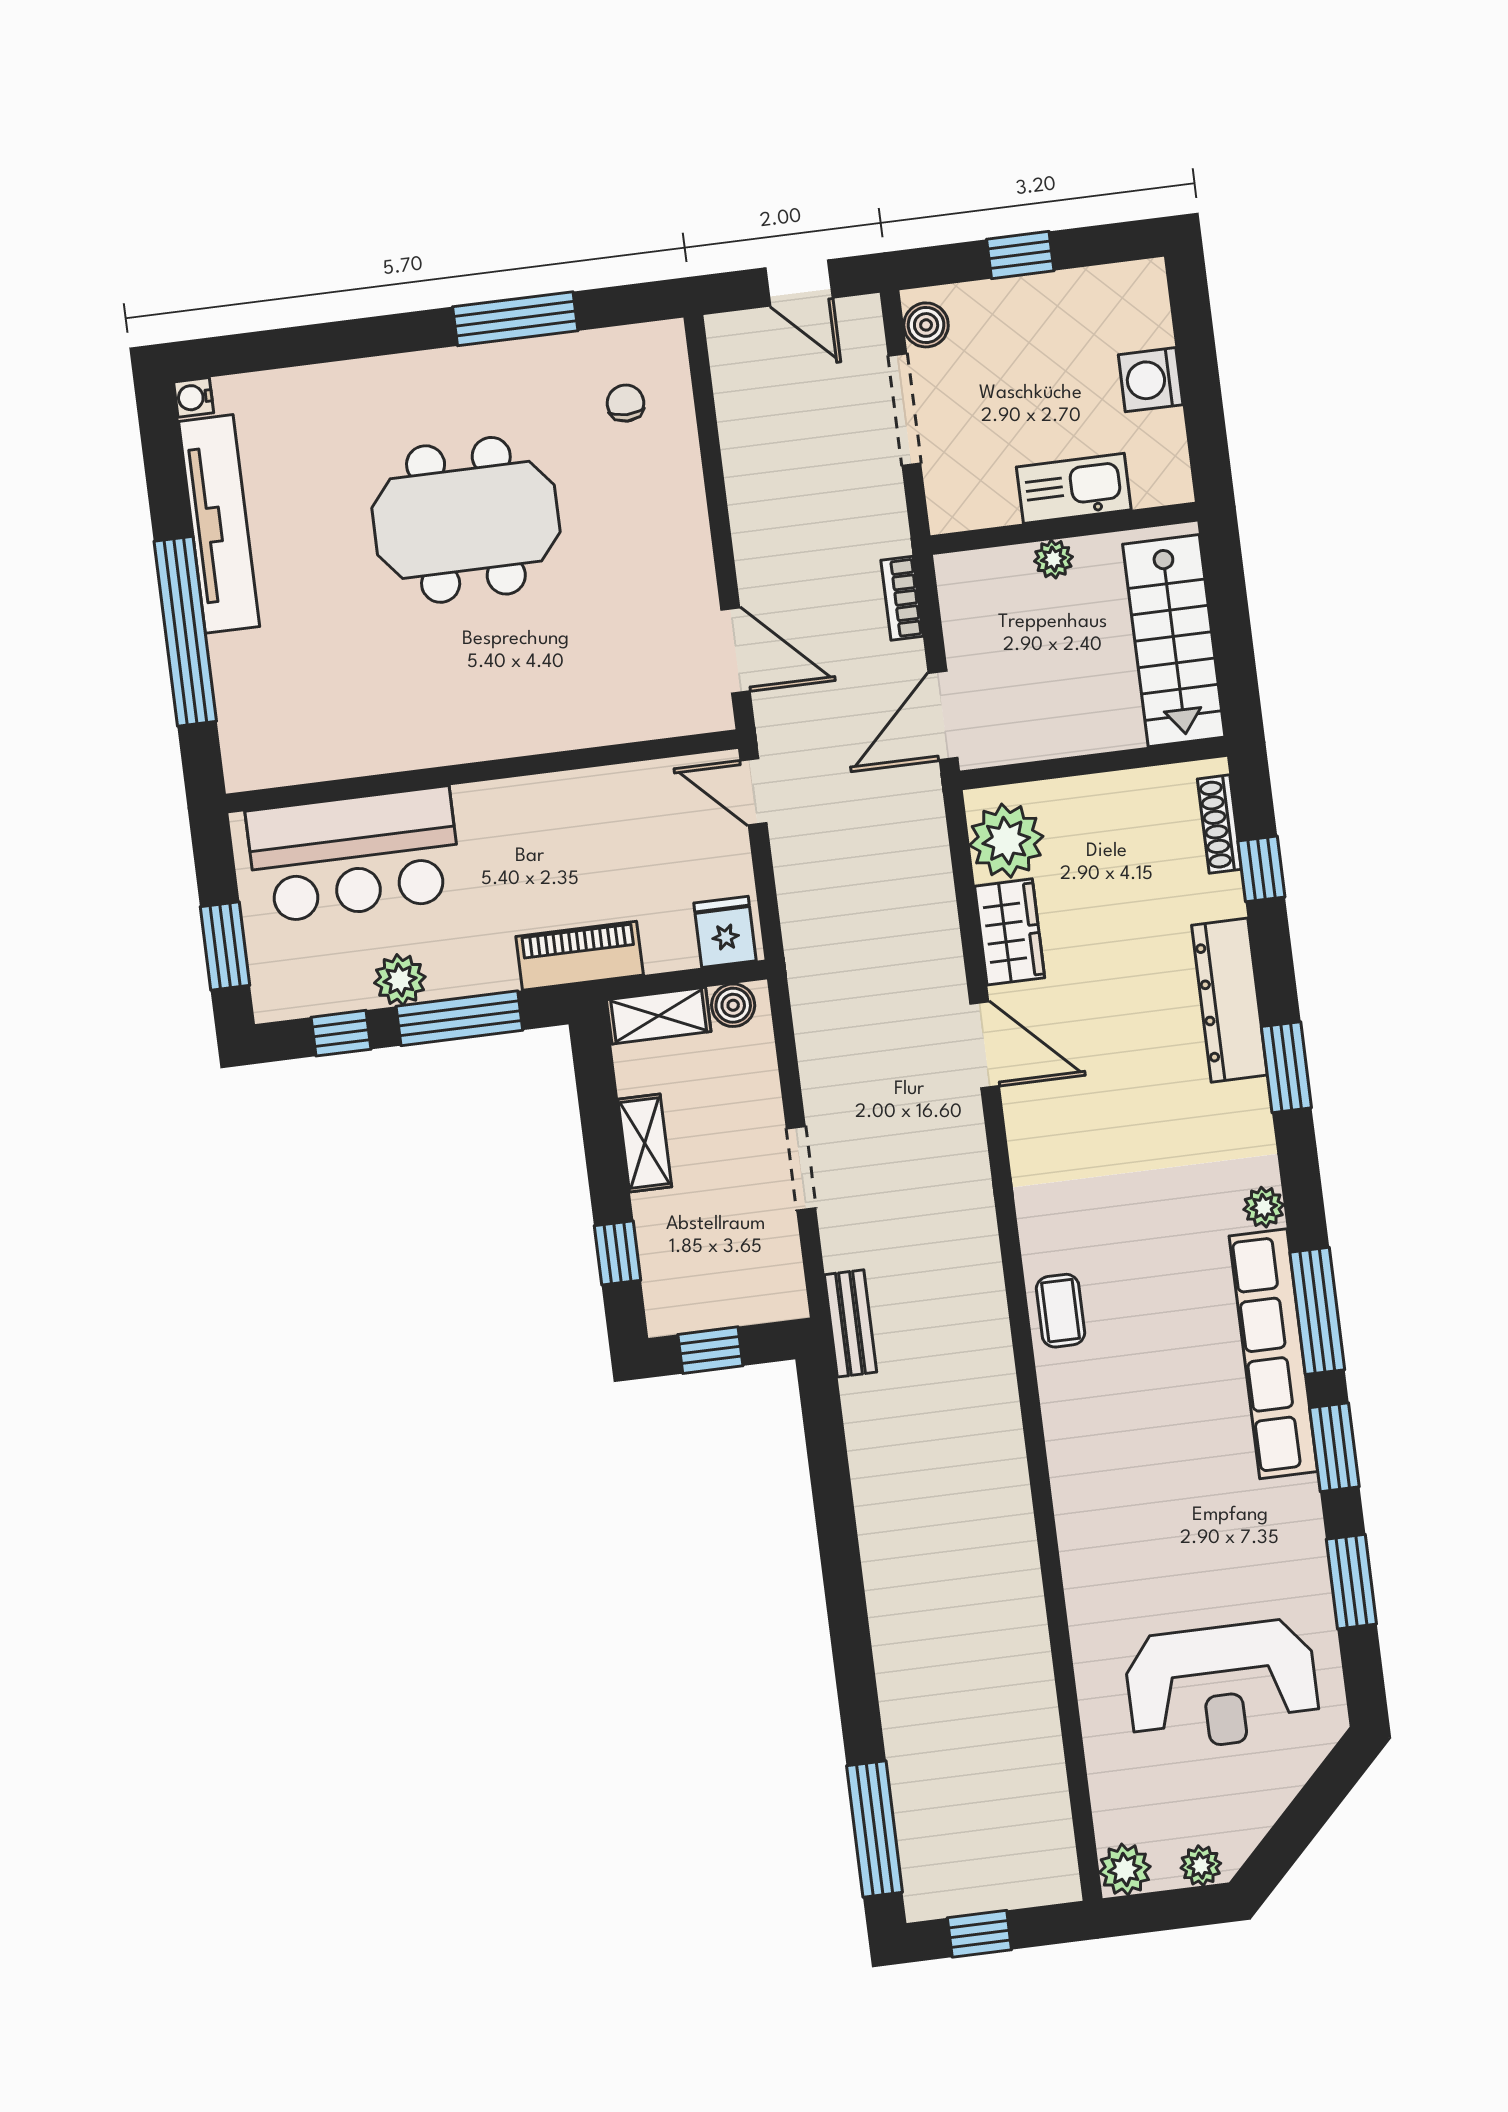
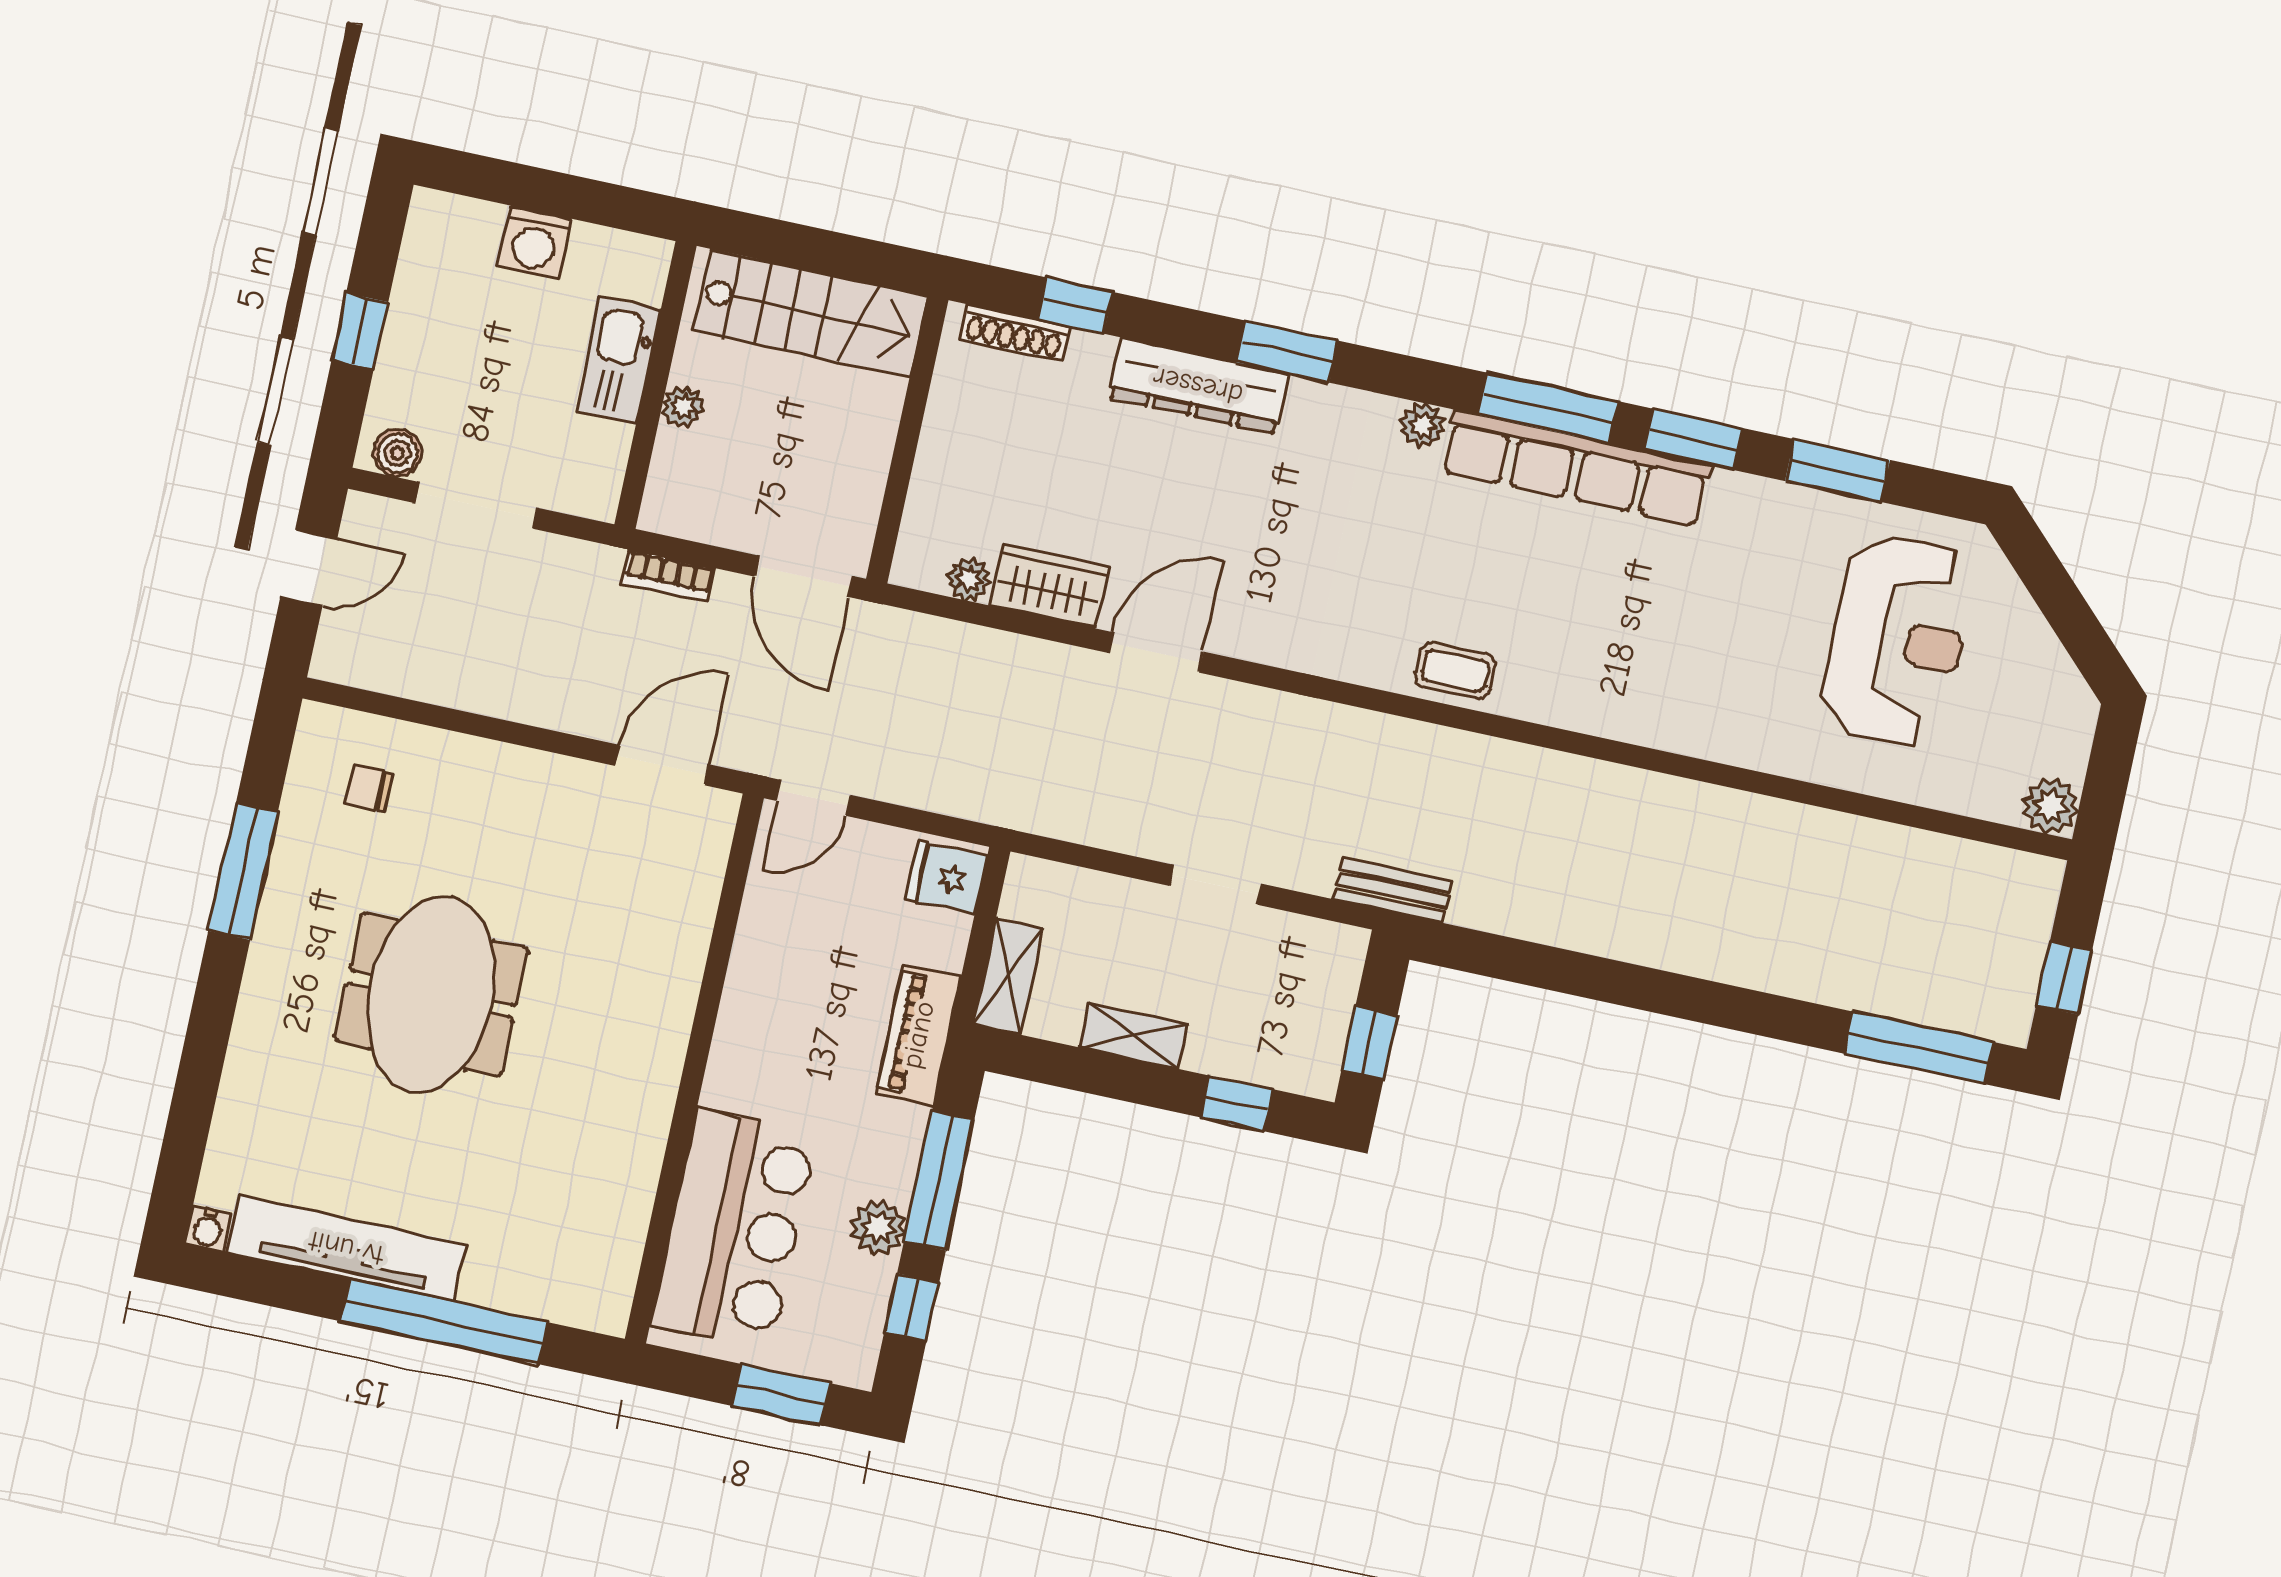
plant: (1006, 841) -> (969, 579), width x0.53, depth x0.53
boiler: (733, 1005) -> (1024, 896), removed
plant: (1201, 1866) -> (2074, 727), removed

